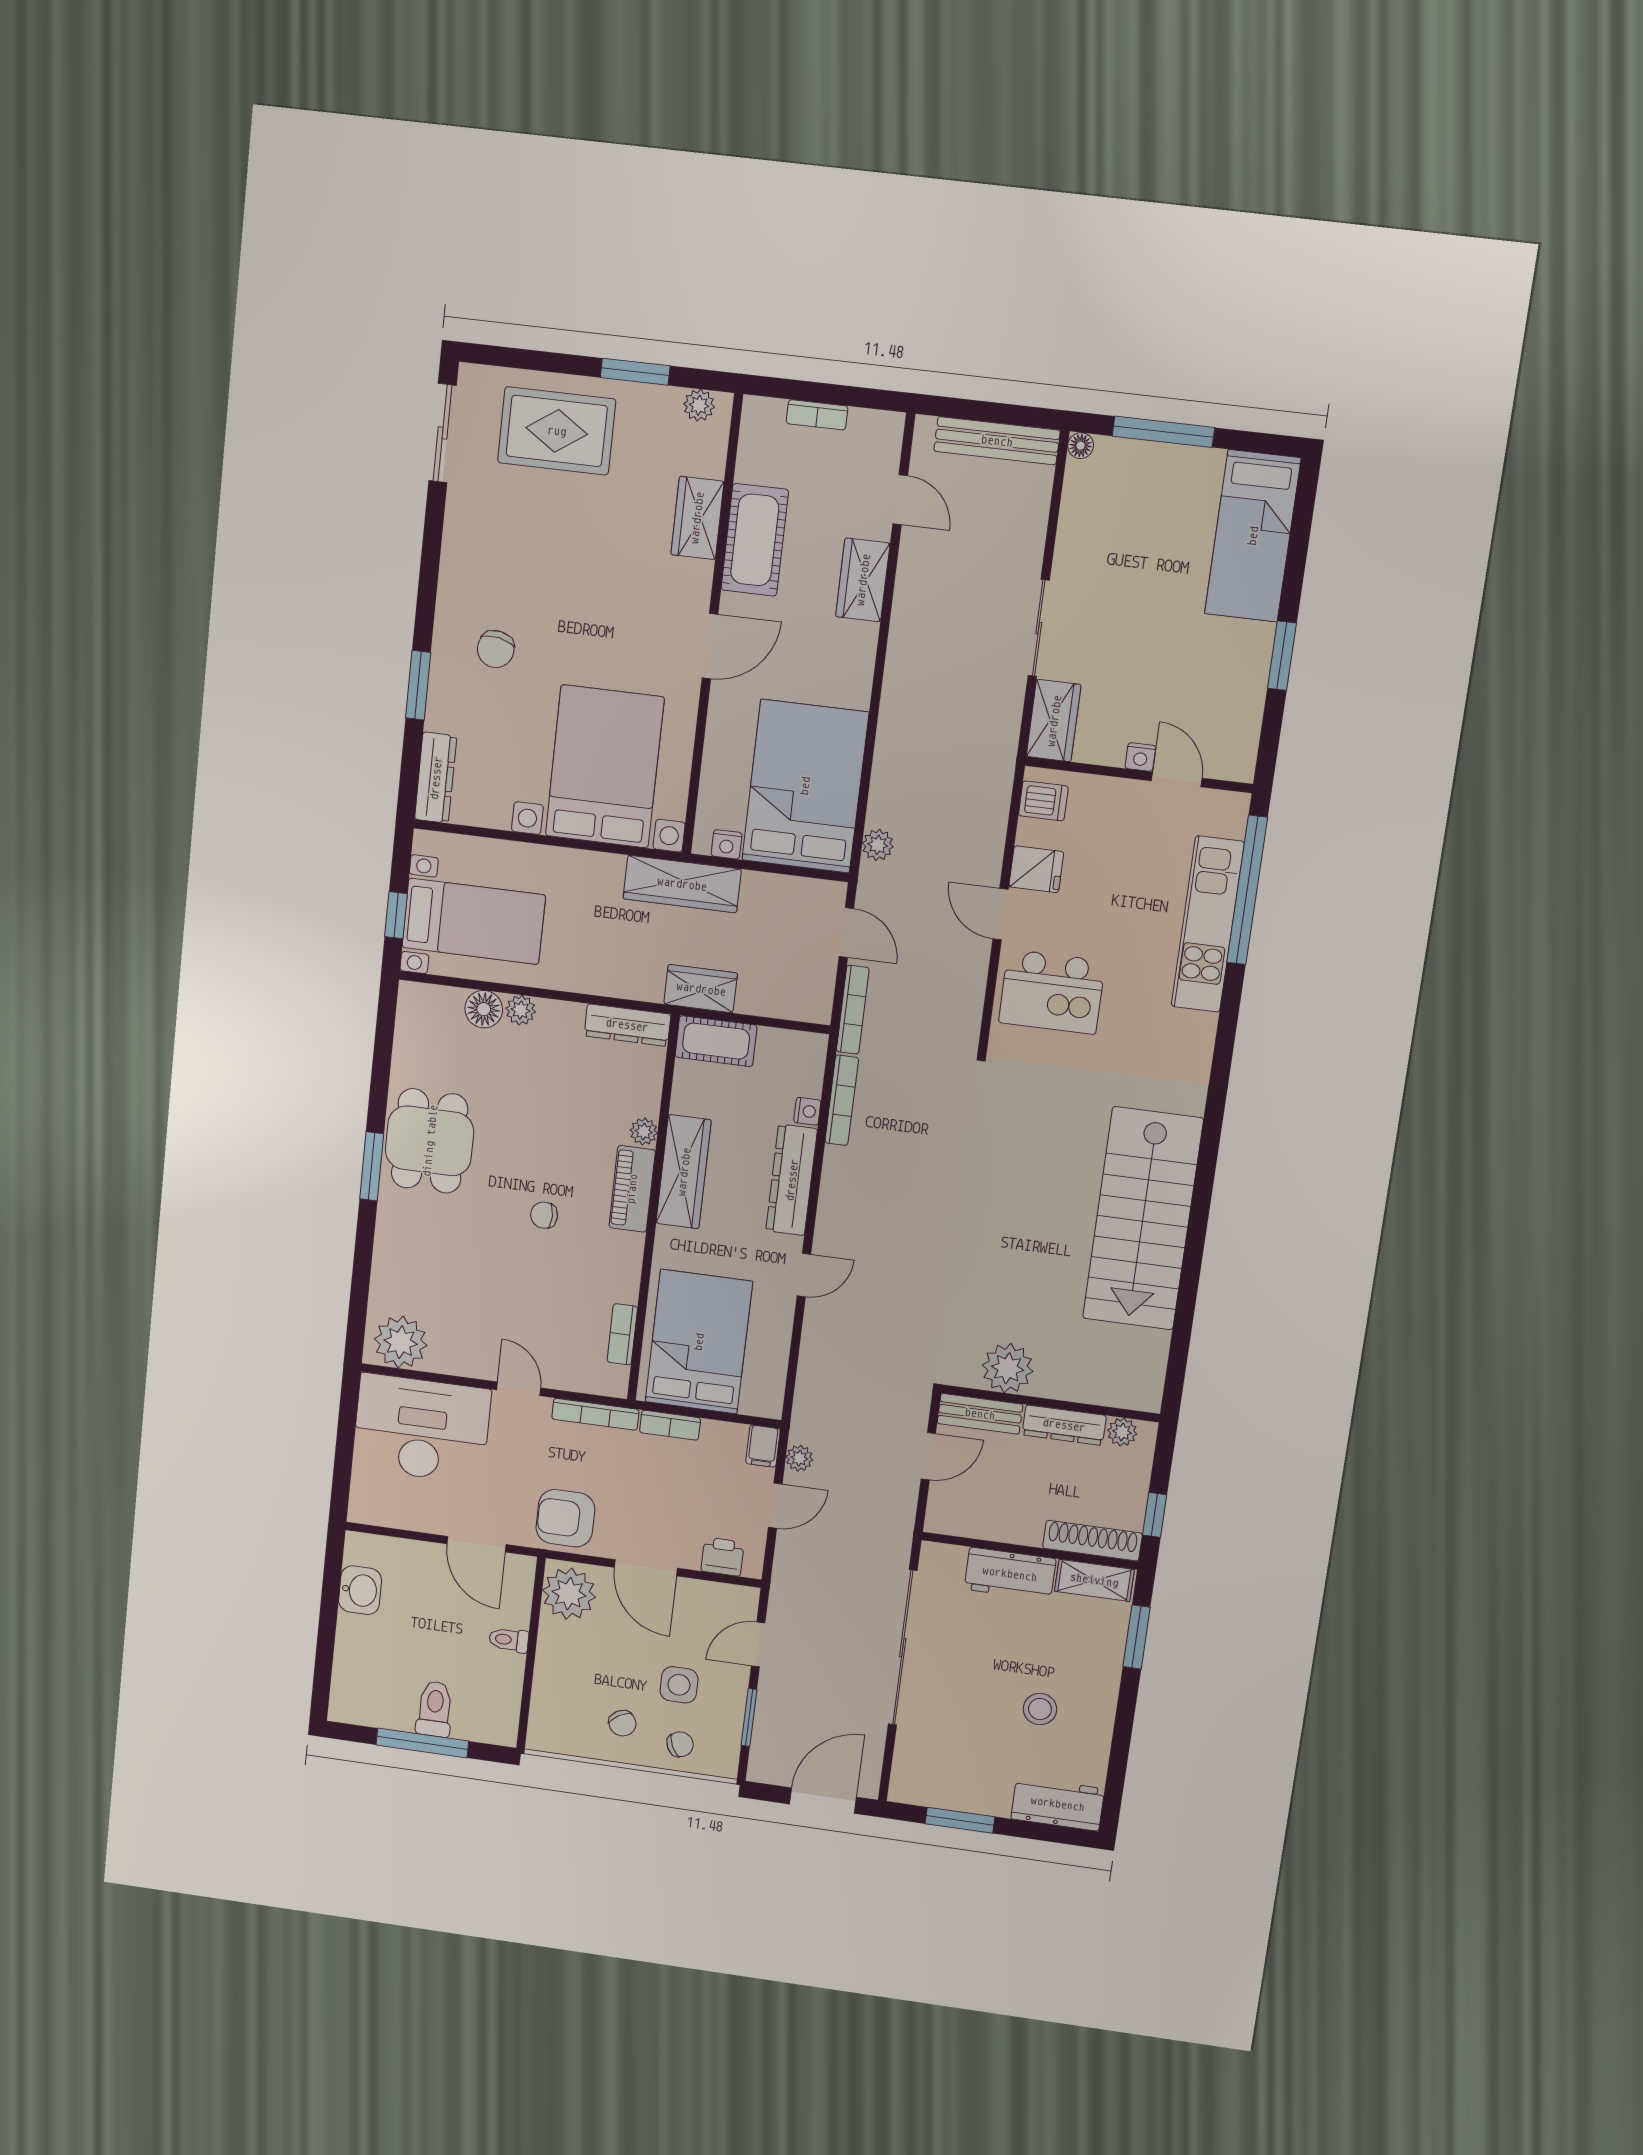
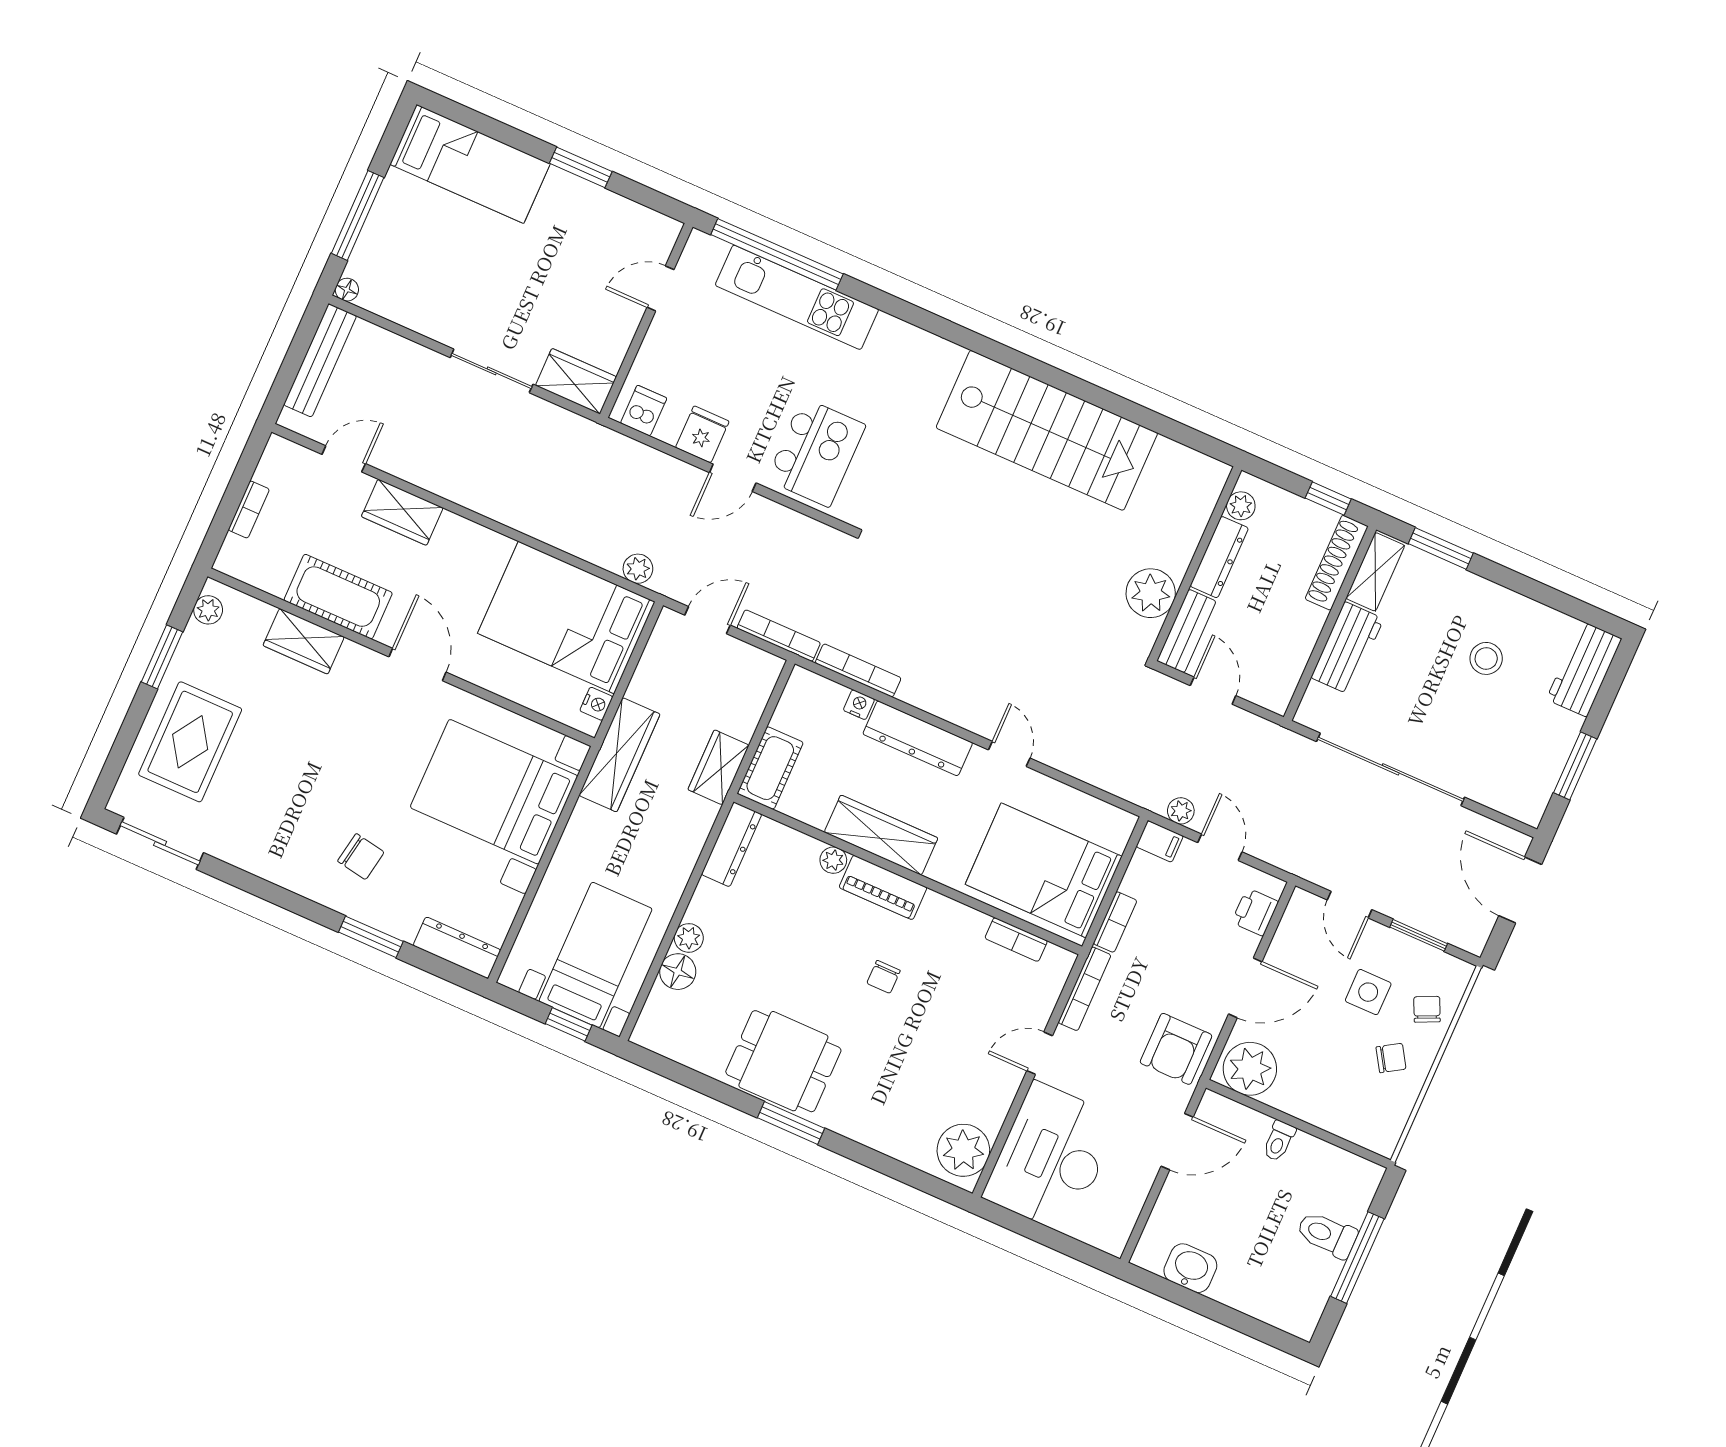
nightstand: (1140, 757) -> (631, 315), removed

